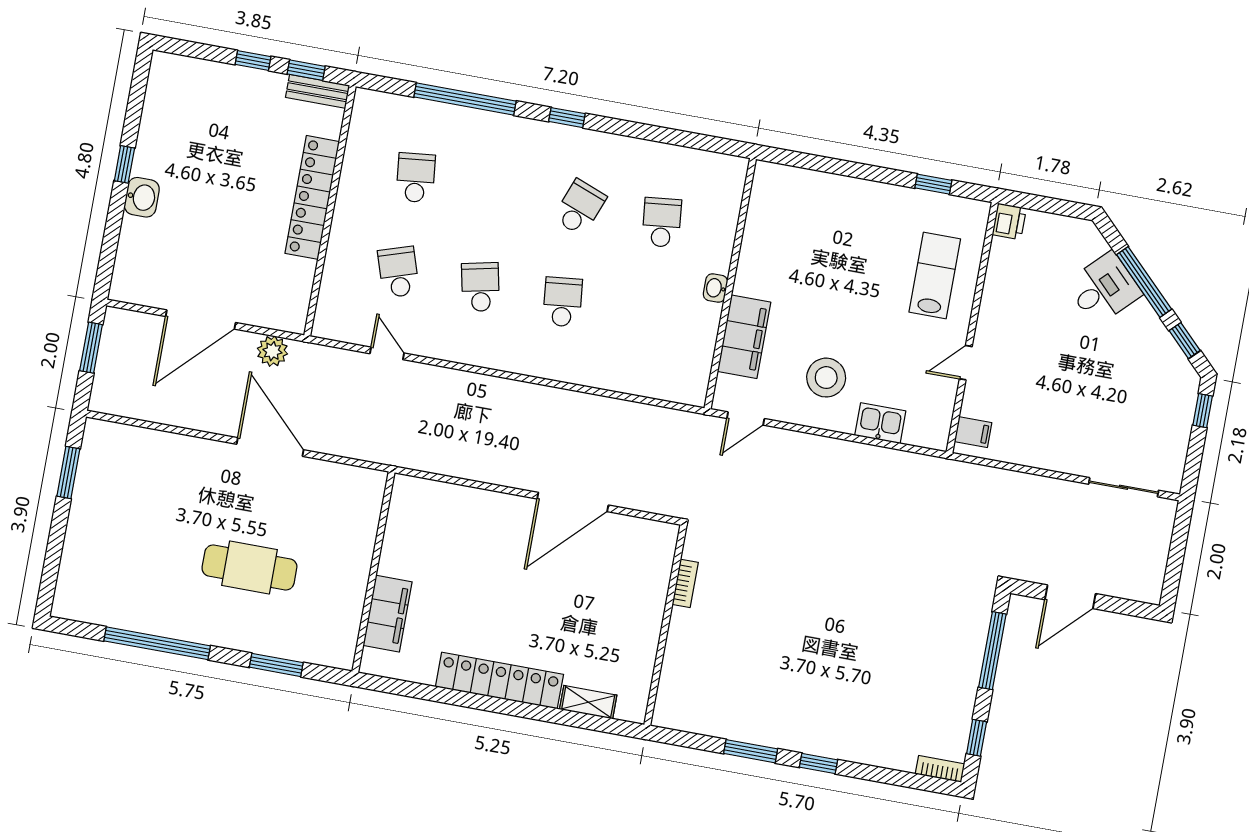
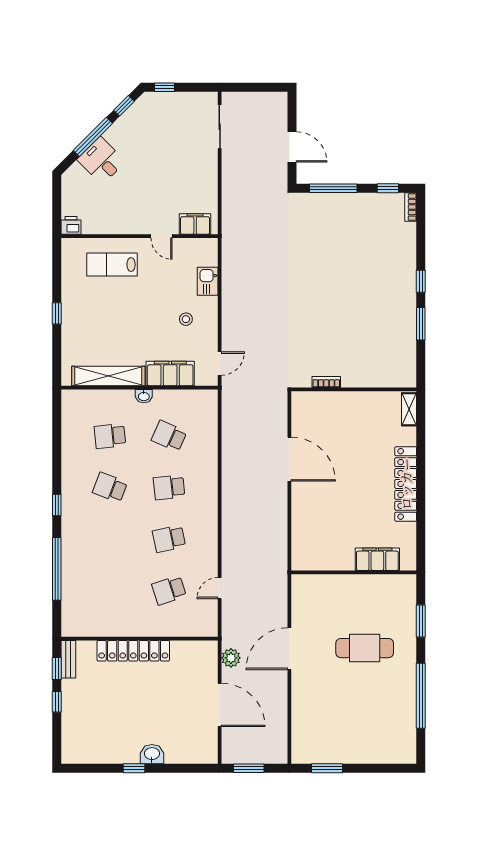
school desk: (416, 178) -> (169, 436), moved, turned 30
window: (933, 184) -> (57, 313), moved
shelving: (758, 237) -> (108, 376), added
stool: (826, 378) -> (186, 319), width x0.53, depth x0.53
door: (746, 419) -> (220, 363), hinge flipped
filing cabinet: (973, 432) -> (195, 224), width x2.00
cafe table: (249, 568) -> (365, 648), turned 90
shelving: (588, 702) -> (409, 409), moved

